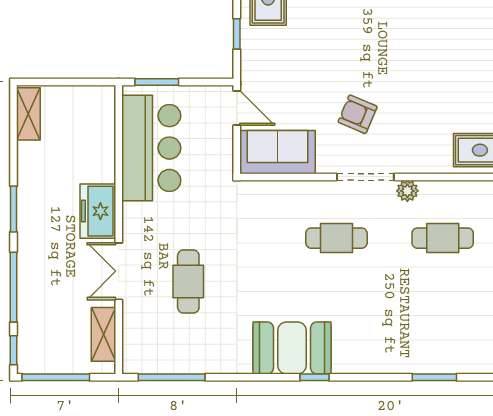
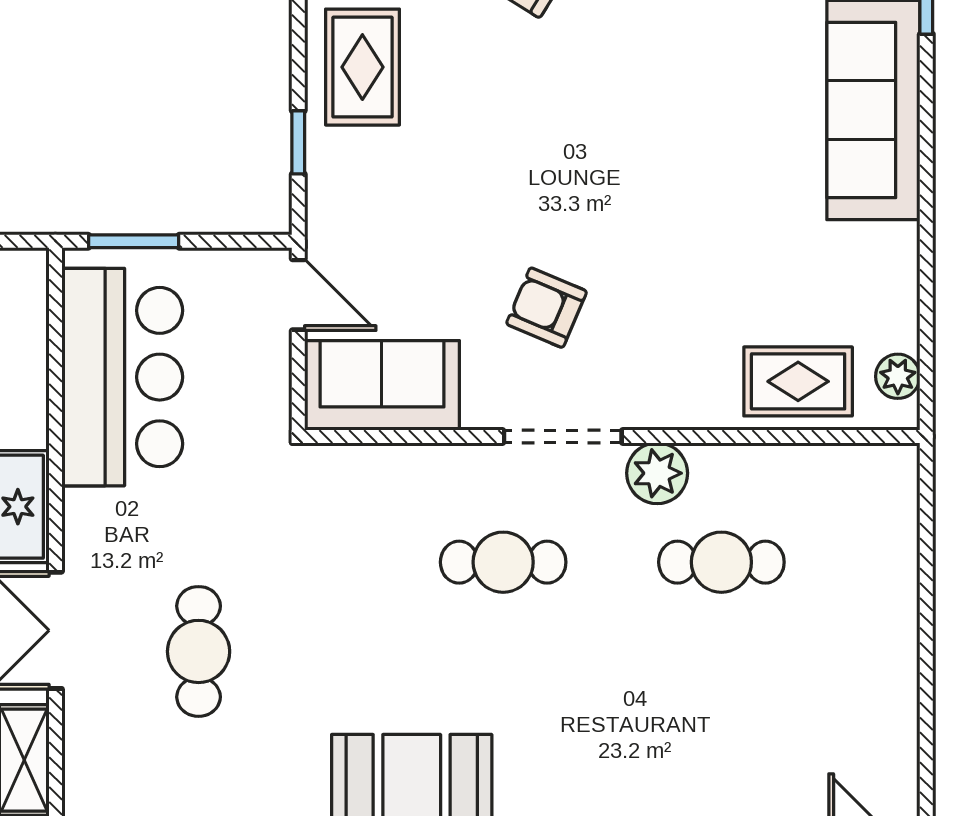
plant: (407, 191) -> (657, 473), width x1.38, depth x1.38

